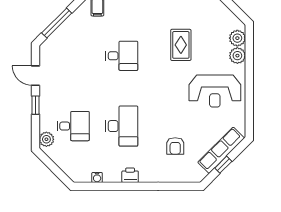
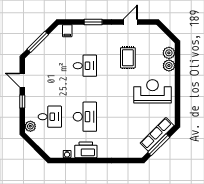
reception desk: (215, 91) -> (153, 91), turned 180
armchair: (175, 146) -> (124, 131), removed
window: (223, 165) -> (159, 145), width x2.17
printer: (130, 175) -> (86, 150), width x1.87, depth x1.48

